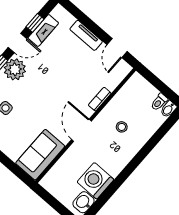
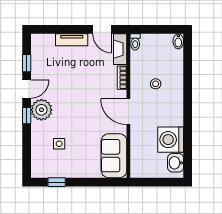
fireplace: (43, 30) -> (120, 49), moved, turned 180
toilet: (159, 102) -> (135, 42), moved

